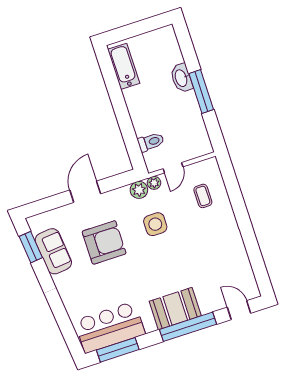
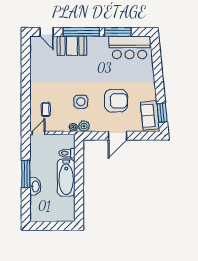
bathtub: (124, 66) -> (66, 178), moved, width x1.36, depth x1.36
door: (173, 168) -> (38, 133), moved
armchair: (104, 242) -> (116, 101), turned 180
sofa: (53, 251) -> (150, 116), moved
booth: (175, 309) -> (72, 46), moved
window: (118, 350) -> (118, 32), moved

